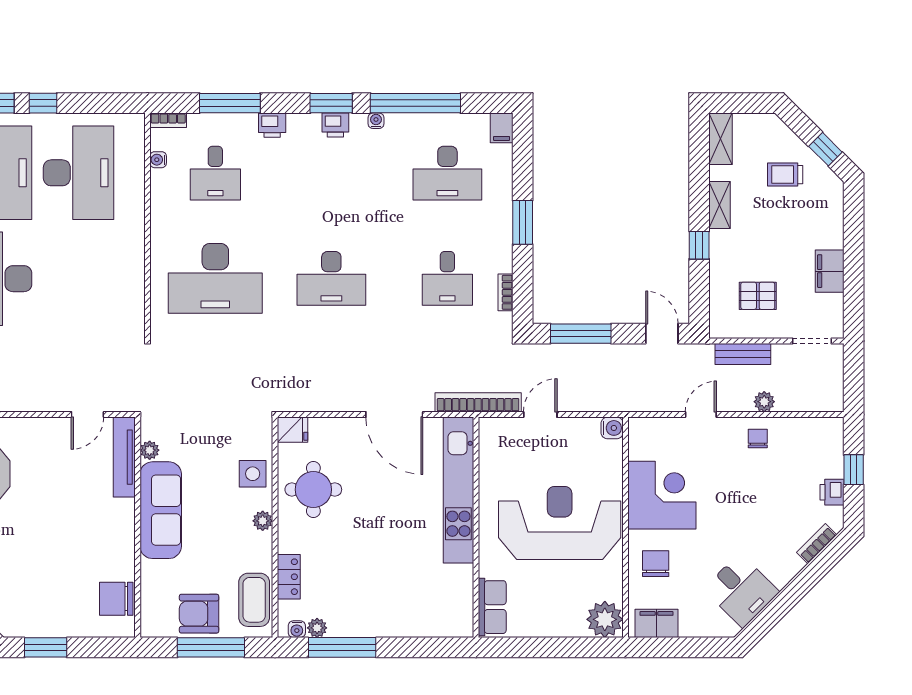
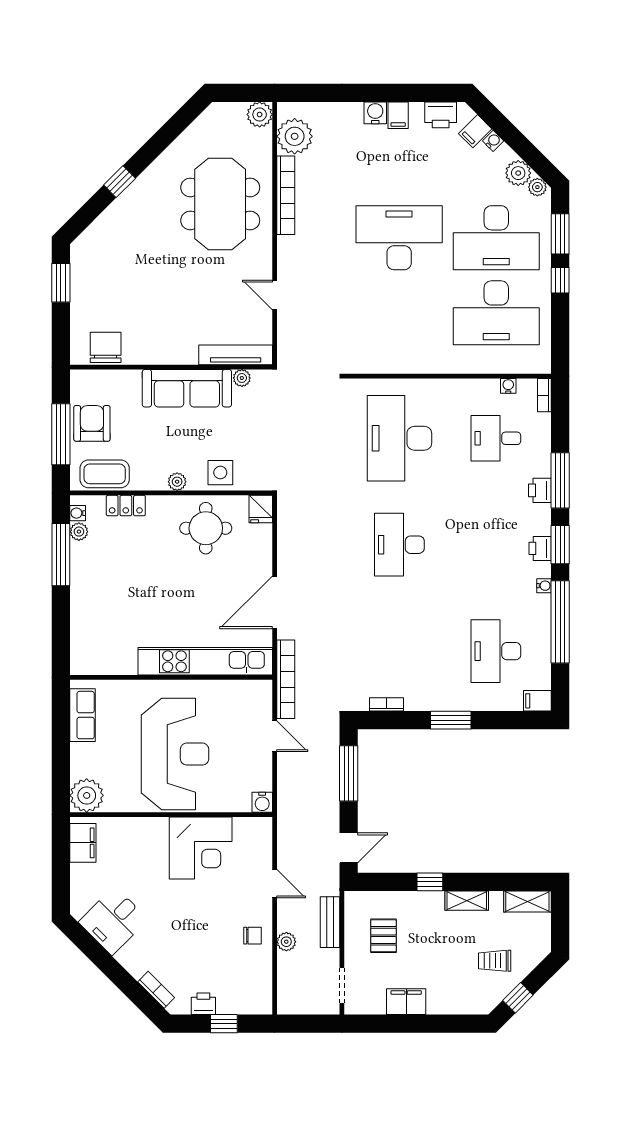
window: (230, 103) -> (560, 480), moved
trolley: (785, 175) -> (495, 961), turned -90
desk: (447, 278) -> (399, 651), removed
door: (87, 415) -> (275, 295), moved
chair: (656, 564) -> (138, 842), removed
row of seats: (492, 607) -> (83, 715), moved, turned -90

